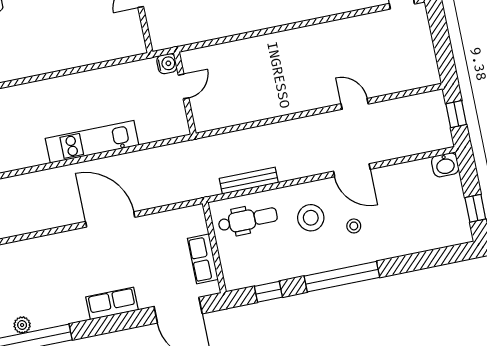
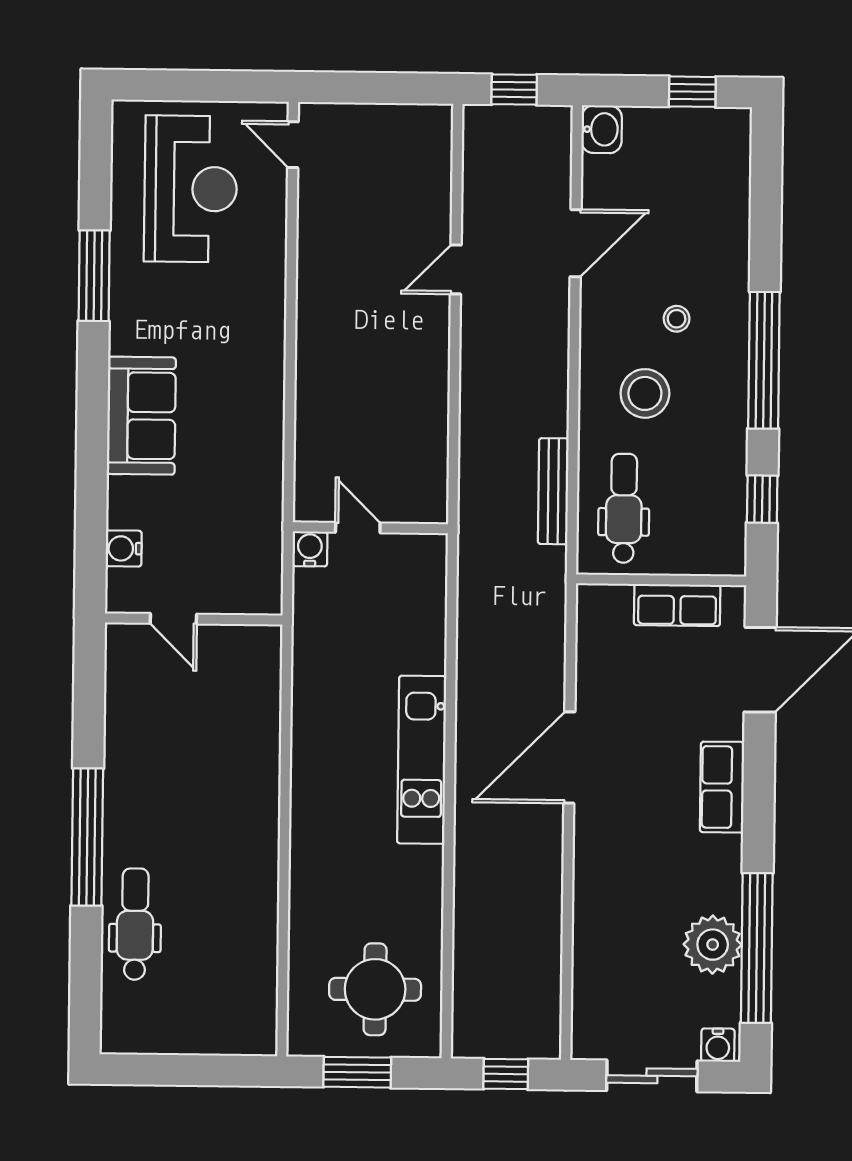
water cooler: (167, 64) -> (310, 549), moved
door: (184, 86) -> (358, 528), moved
wall: (185, 93) -> (370, 528), moved
door: (352, 170) -> (576, 243), moved
plant: (22, 325) -> (713, 945), width x1.87, depth x1.87

